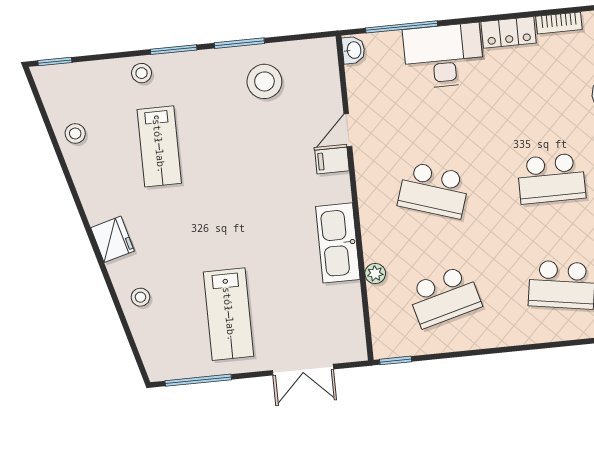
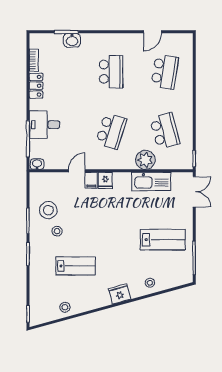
desk: (443, 56) -> (44, 125), width x0.73
stool: (142, 73) -> (57, 231), moved
door: (348, 130) -> (77, 171), swing flipped
fridge: (334, 188) -> (105, 180), added
kitchen sink: (338, 243) -> (151, 182), moved
plant: (375, 274) -> (145, 160), width x1.88, depth x1.88
double door: (303, 370) -> (194, 192), moved

